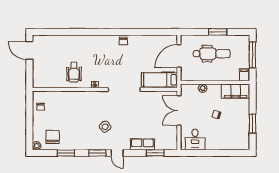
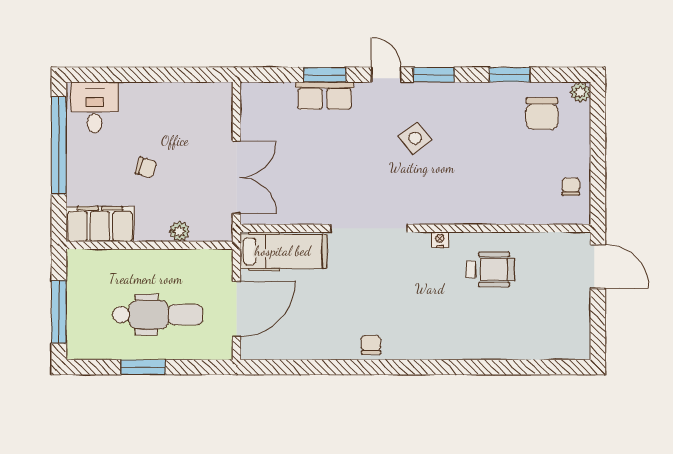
door: (29, 51) -> (598, 266), moved
dental chair: (212, 54) -> (158, 315), turned 180
wheelchair: (74, 72) -> (490, 269), turned 90
filing cabinet: (244, 75) -> (79, 264), removed
window: (253, 124) -> (59, 146), width x2.11
desk: (195, 139) -> (95, 107), moved
window: (155, 153) -> (325, 75), moved

